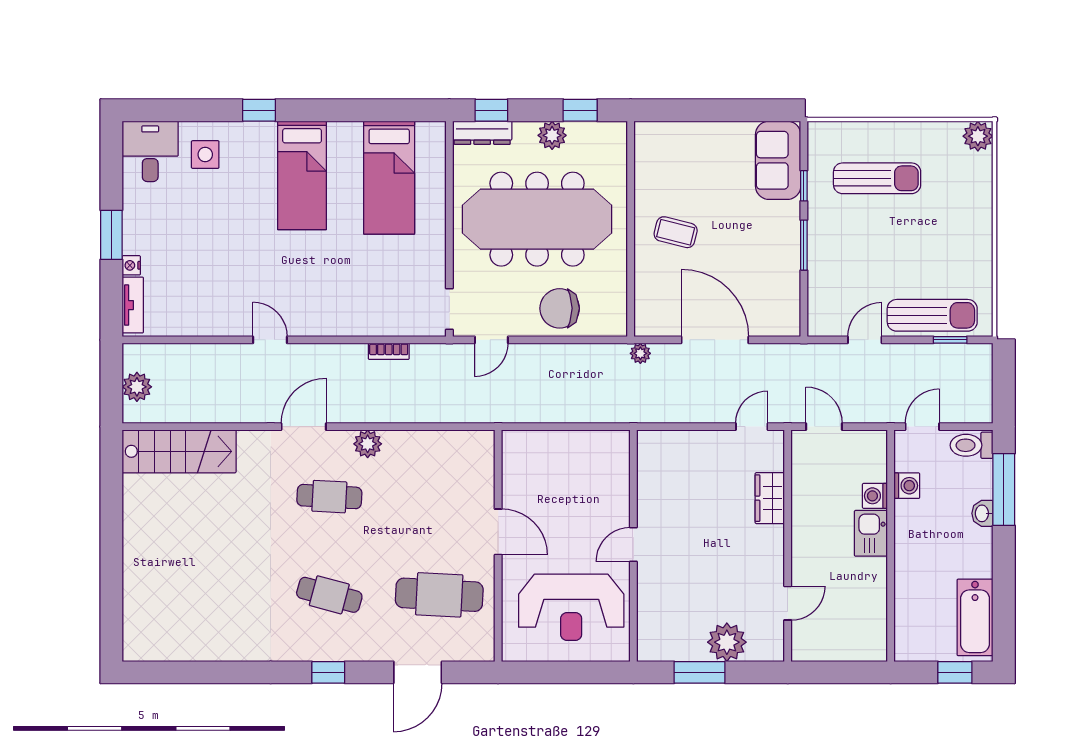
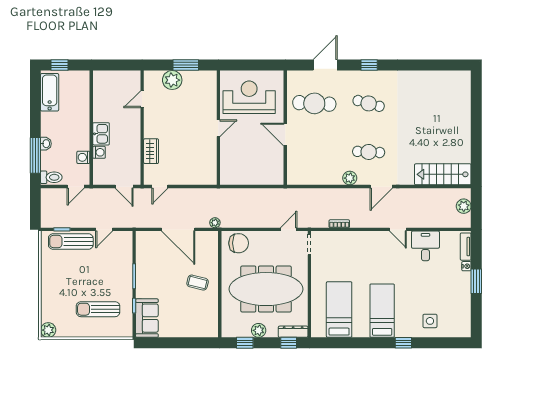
desk: (150, 151) -> (425, 246), moved, turned 180
chair: (560, 308) -> (239, 243), moved

